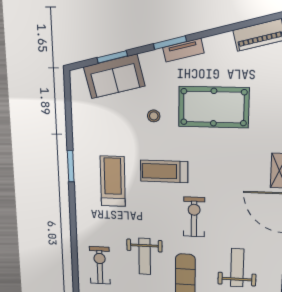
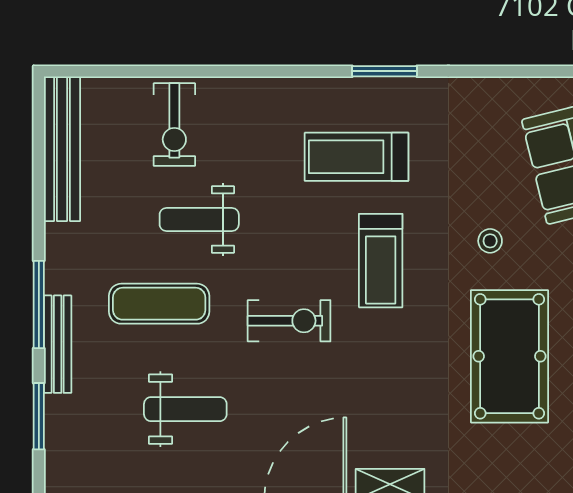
treadmill: (164, 171) -> (381, 261), turned 180
treadmill: (113, 181) -> (356, 157), turned 180
exercise bike: (100, 265) -> (174, 125), turned 90

